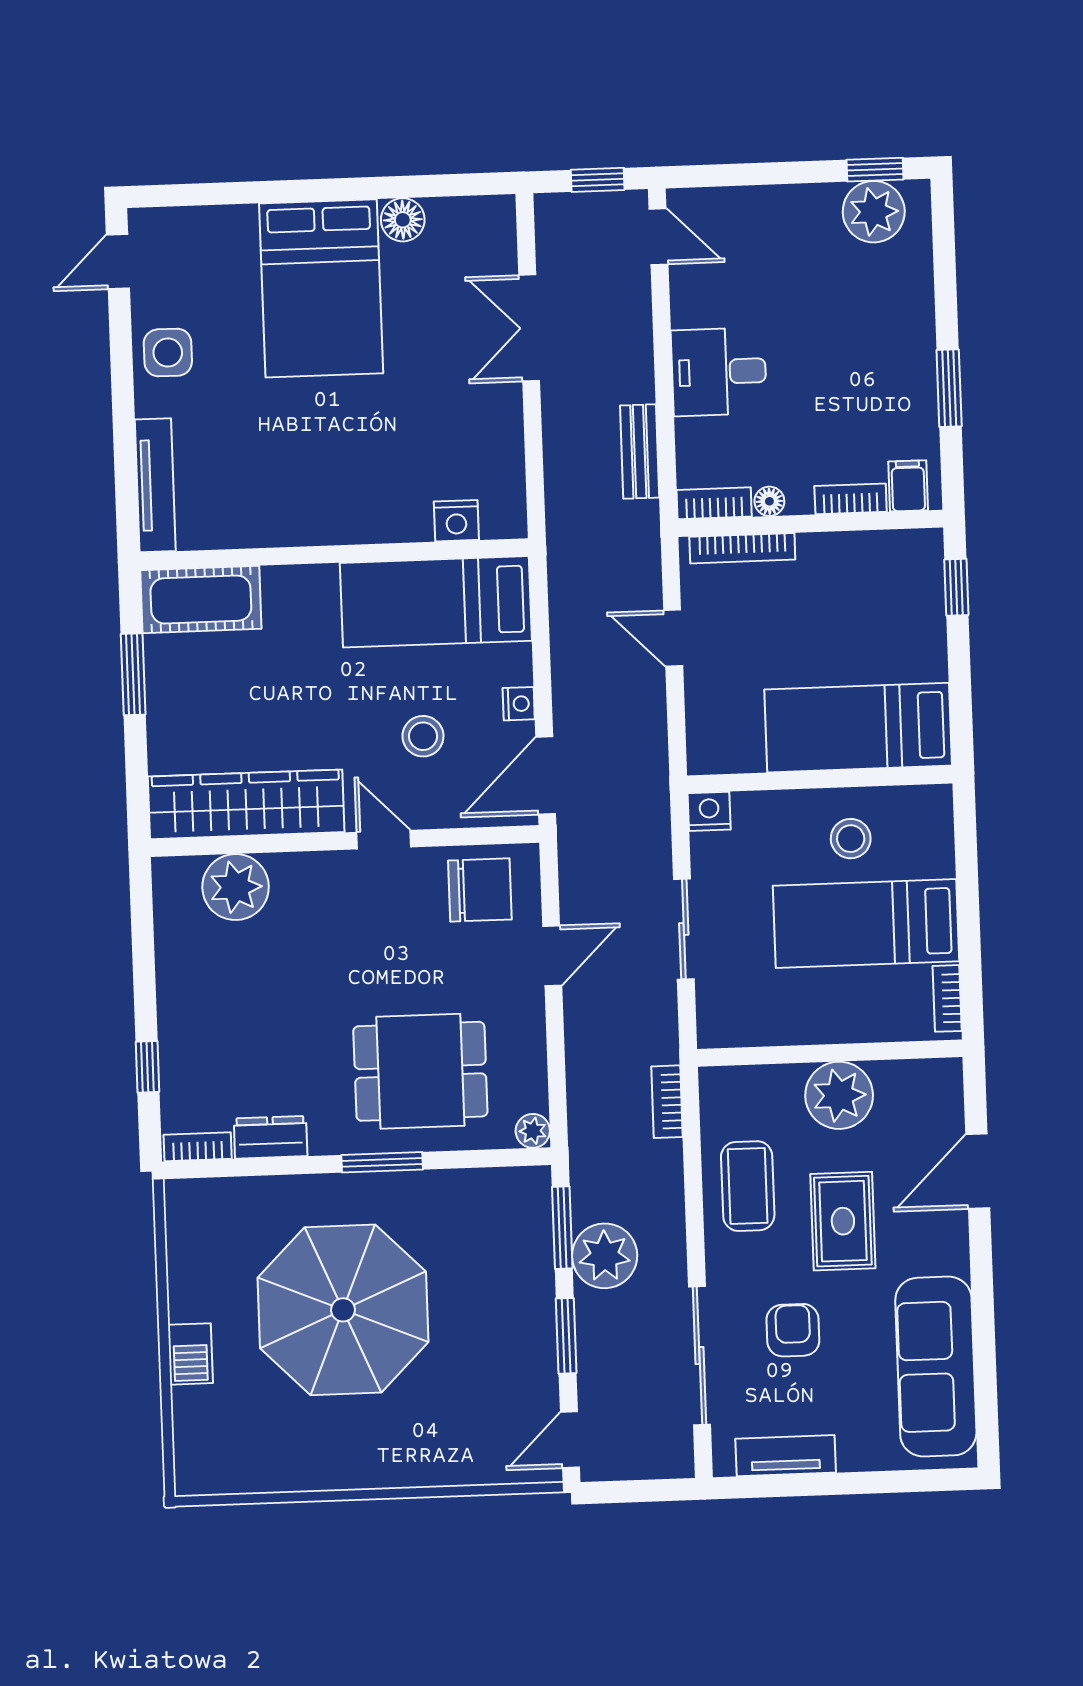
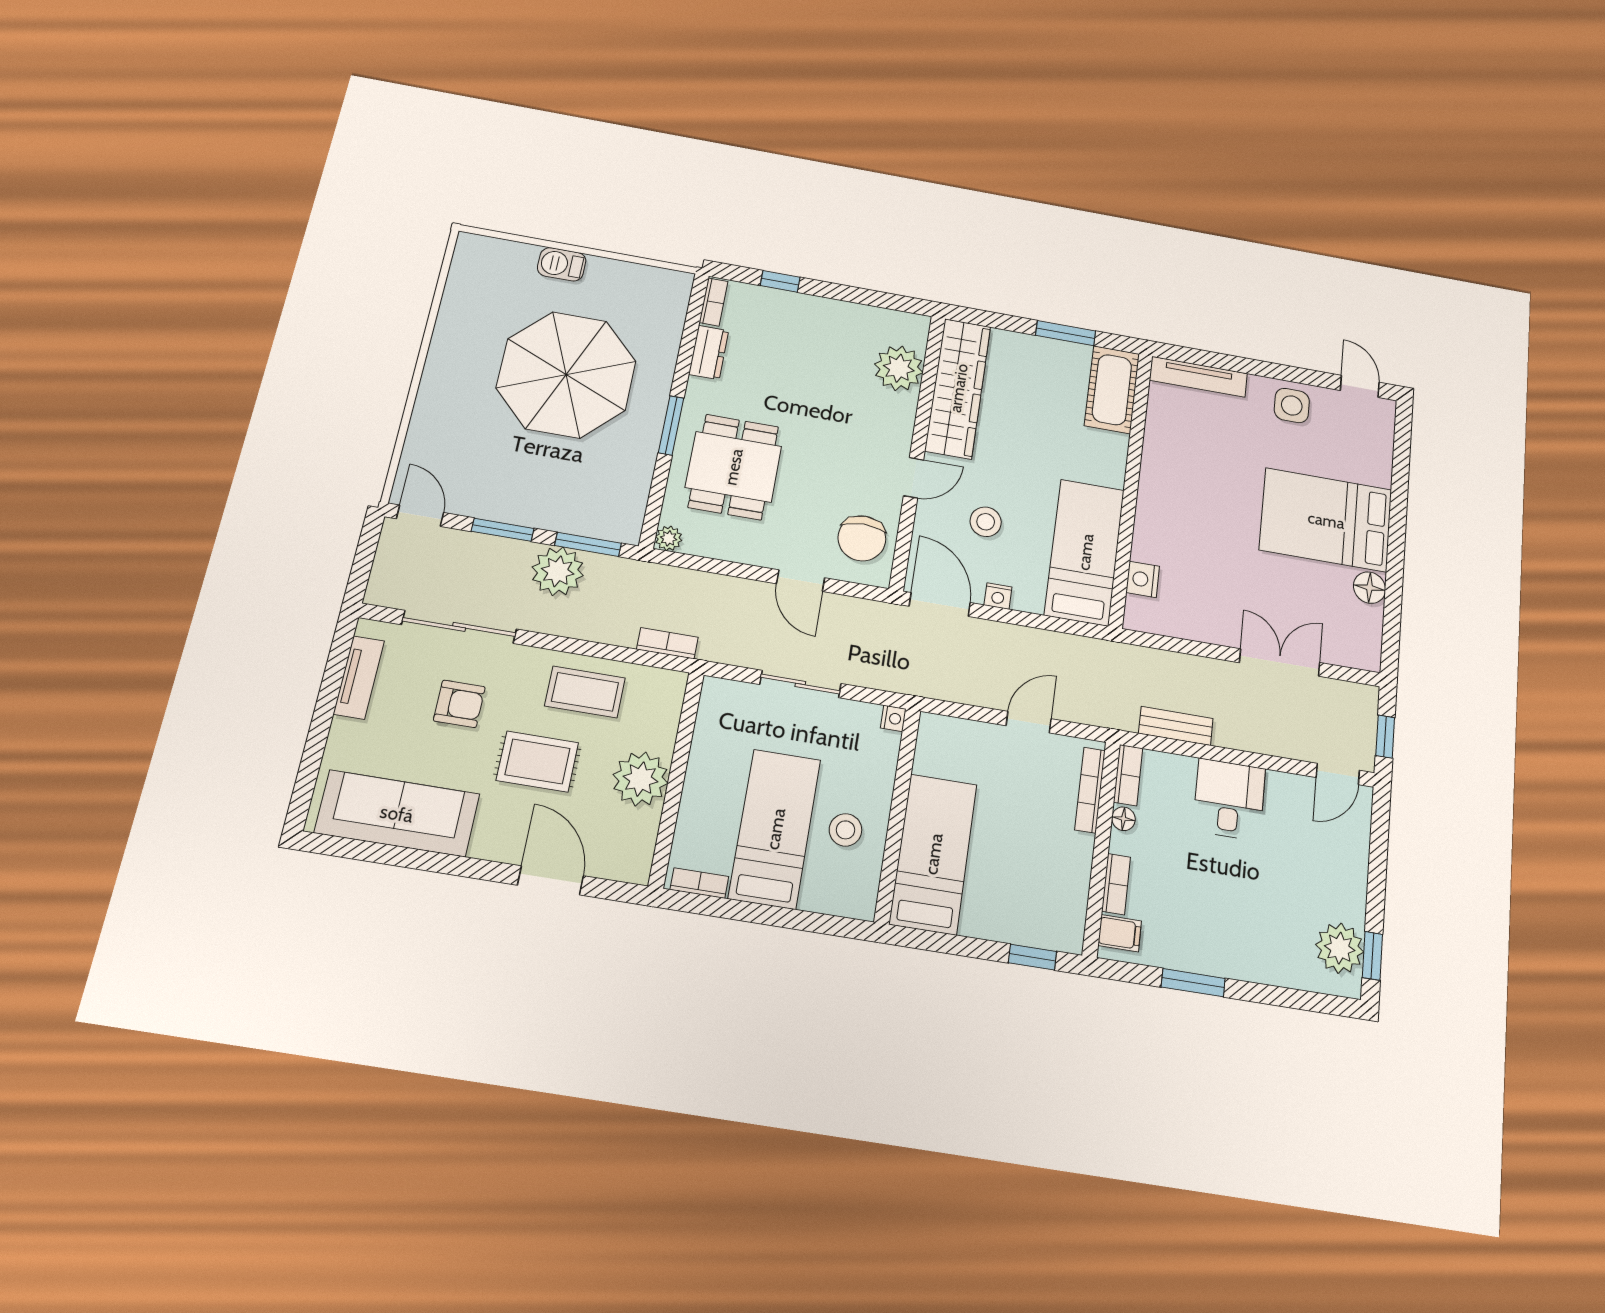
nightstand: (709, 811) -> (893, 718), width x0.72, depth x0.74

